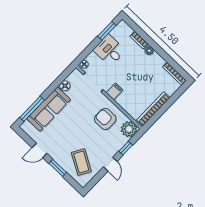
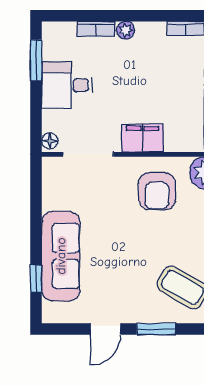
floor lamp: (65, 86) -> (52, 199), removed
filing cabinet: (114, 91) -> (142, 138), width x2.00
window: (32, 109) -> (36, 279), width x0.46
armchair: (105, 119) -> (157, 191), turned -90

